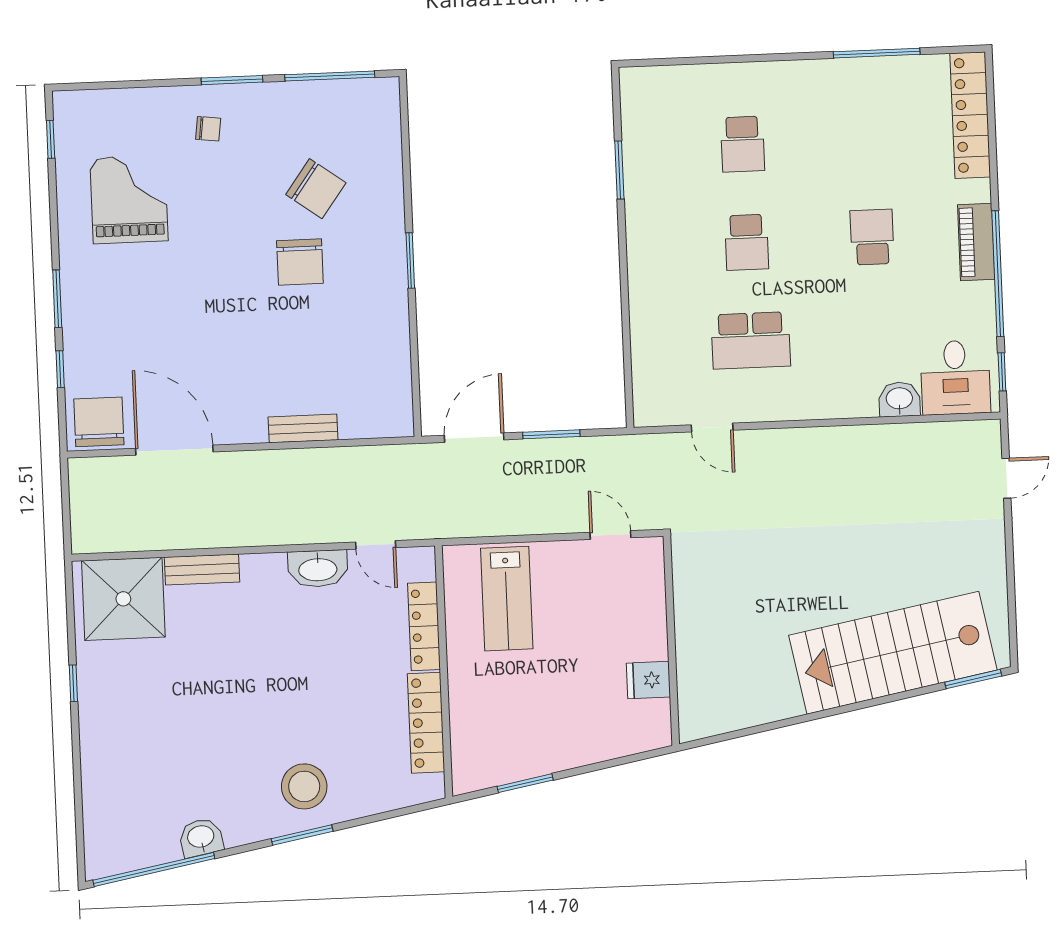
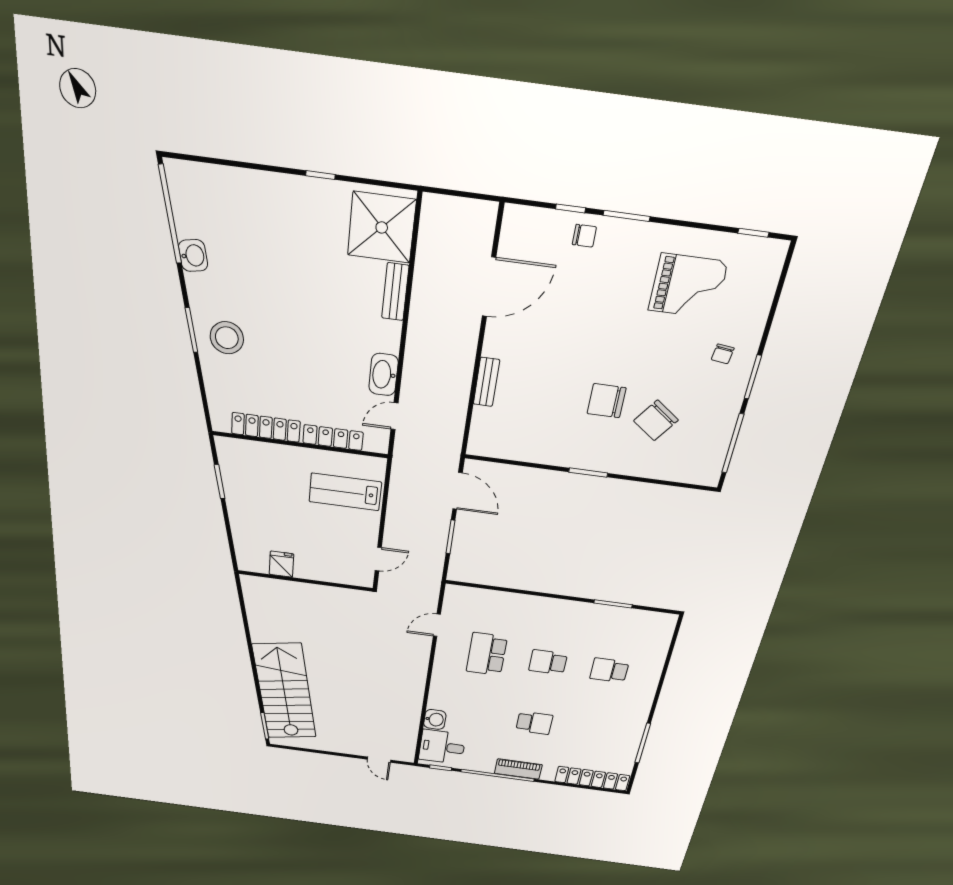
chair: (99, 422) -> (584, 236), moved, width x0.54, depth x0.54

